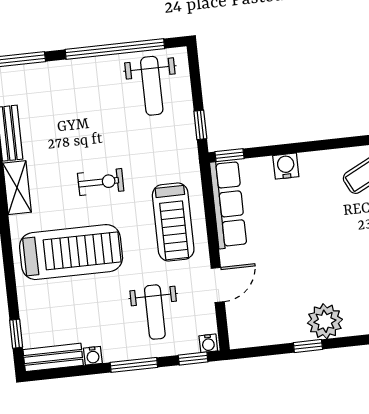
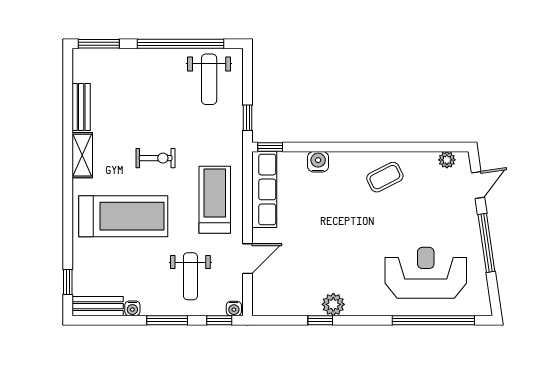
treadmill: (173, 222) -> (215, 200), turned 180
plant: (325, 321) -> (333, 304), width x0.73, depth x0.73

